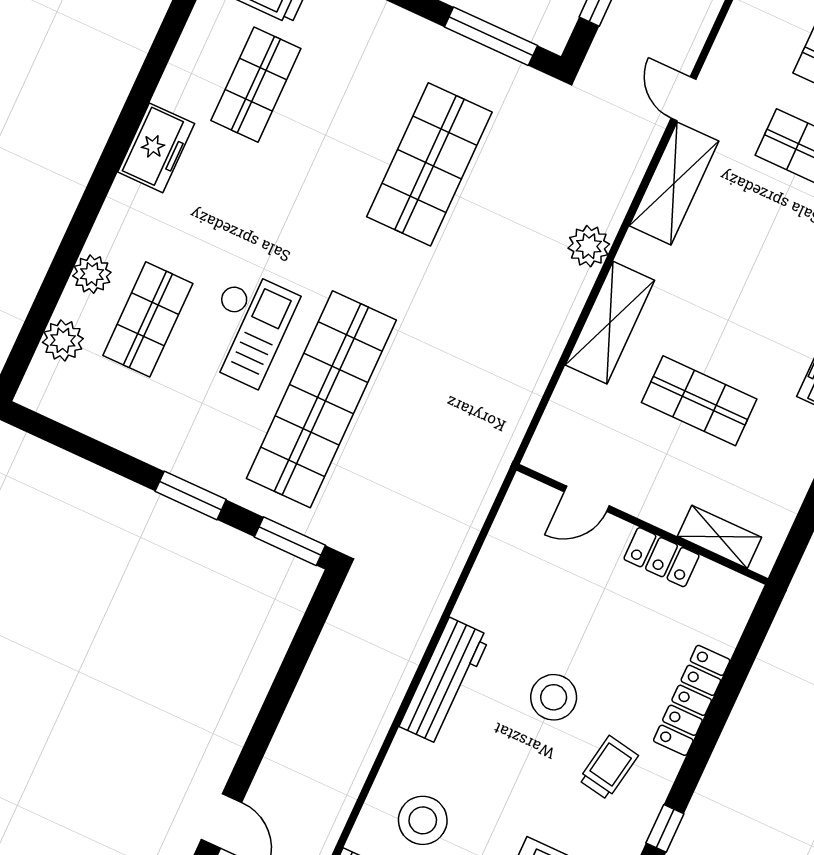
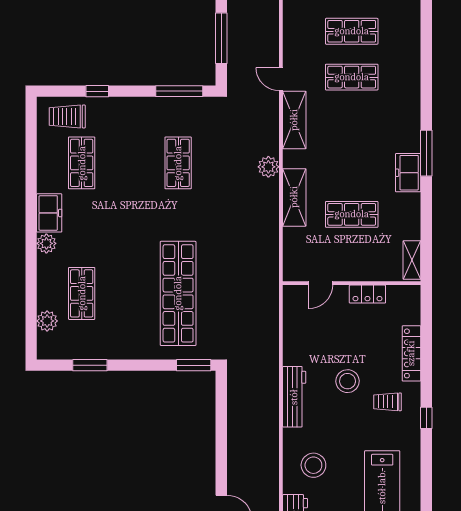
shop shelf: (429, 164) -> (178, 163), width x0.70, depth x0.74
plant: (92, 274) -> (46, 243), moved
checkout: (247, 328) -> (129, 276), removed
window: (191, 495) -> (90, 365), moved
shelving: (719, 537) -> (412, 260), moved, turned 90
trolley: (608, 768) -> (387, 402), turned -100

